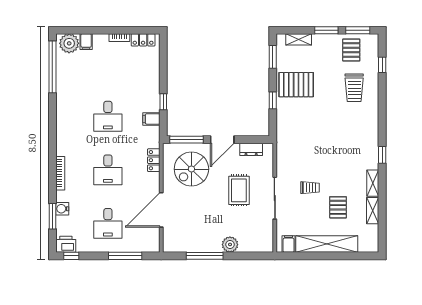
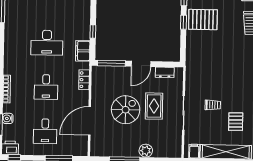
window: (273, 100) -> (184, 22), moved
desk: (108, 116) -> (47, 43), width x1.37
filing cabinet: (151, 119) -> (83, 51), width x2.00
spiral stairs: (191, 169) -> (126, 110), moved, turned 180

